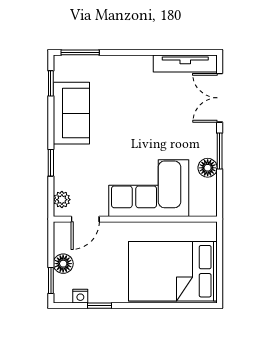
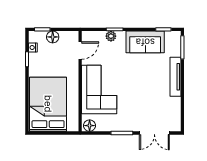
tv unit: (185, 64) -> (176, 77), moved
double door: (220, 98) -> (154, 133), swing flipped
floor lamp: (208, 168) -> (90, 126), moved
plant: (62, 200) -> (111, 36), moved
door: (85, 219) -> (80, 50), swing flipped

